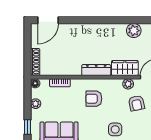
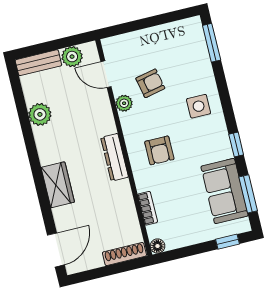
door: (48, 20) -> (56, 250), hinge flipped
wardrobe: (125, 68) -> (58, 185), moved, turned 180
plant: (36, 104) -> (189, 238), removed

